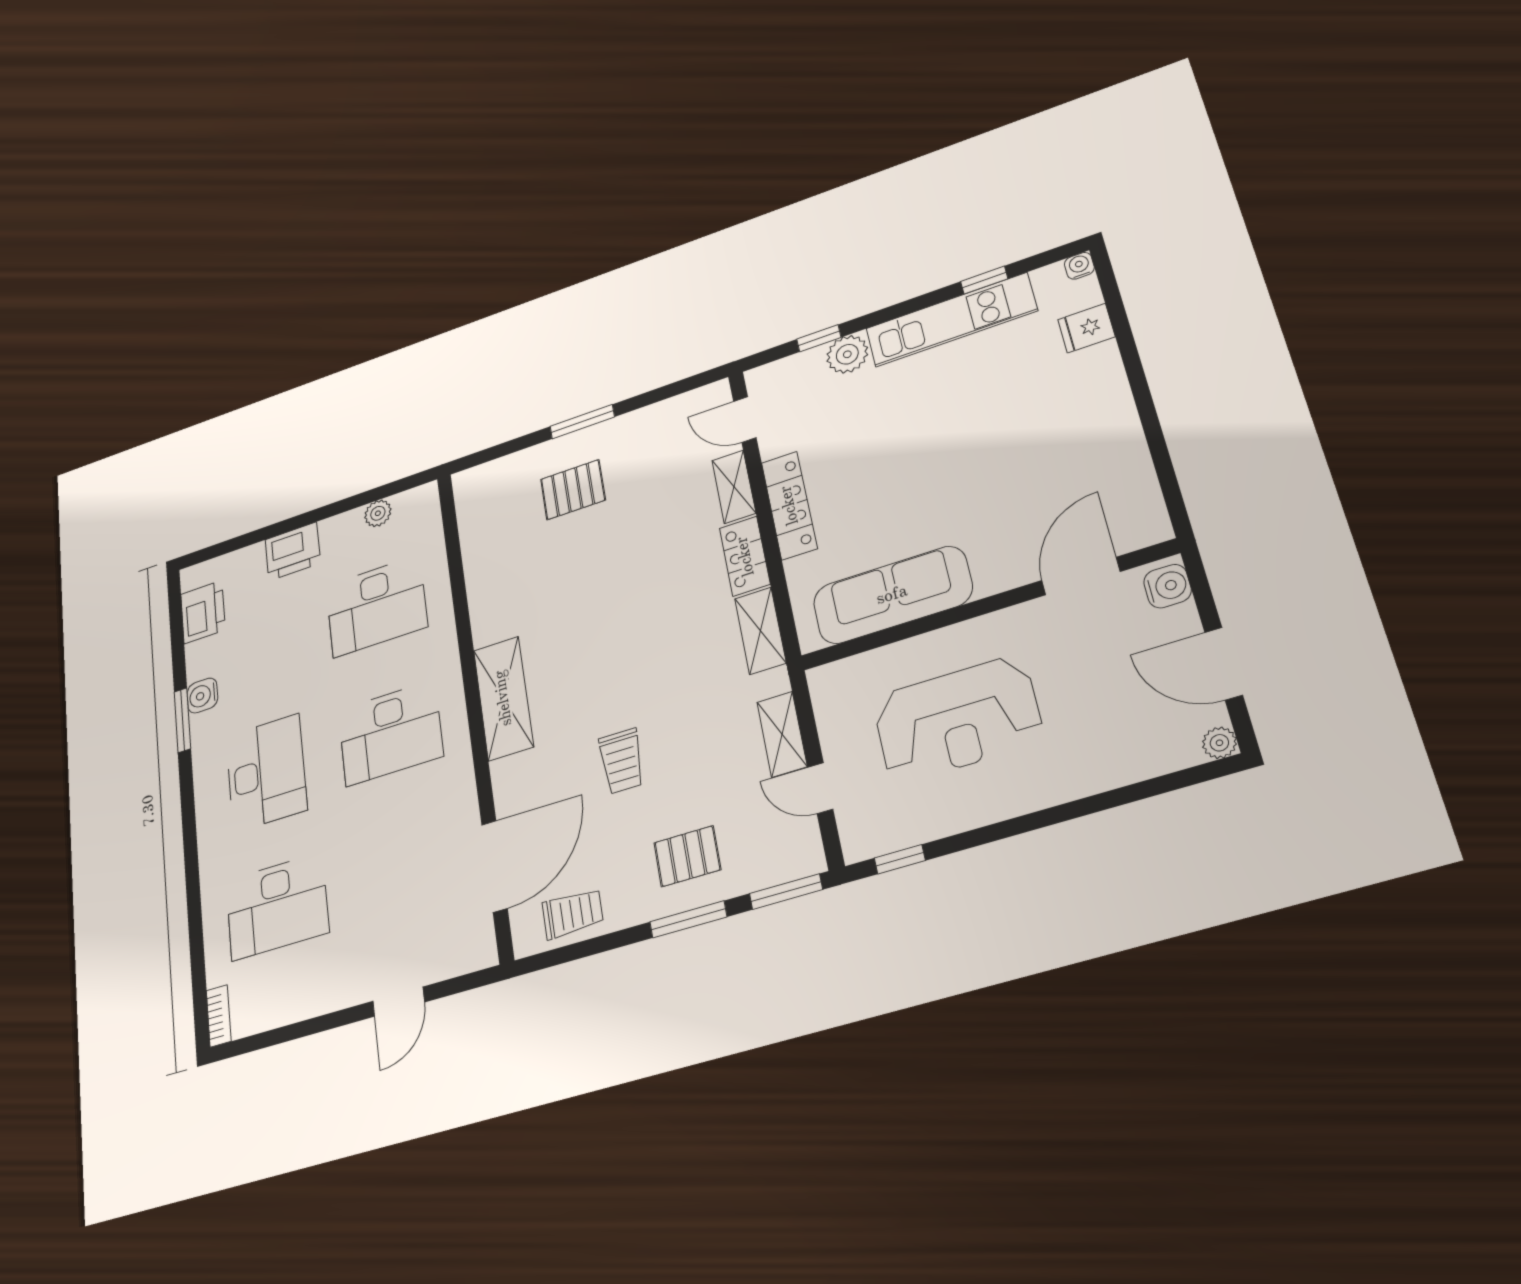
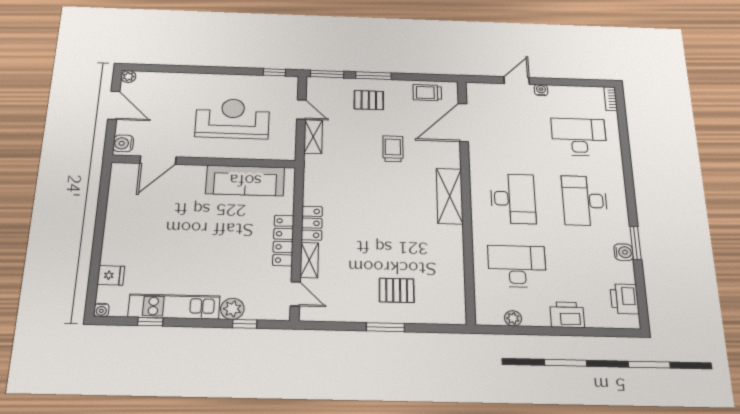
shelving: (760, 631) -> (312, 185), removed
desk: (390, 733) -> (513, 199), turned 90
water cooler: (350, 994) -> (541, 90), added

